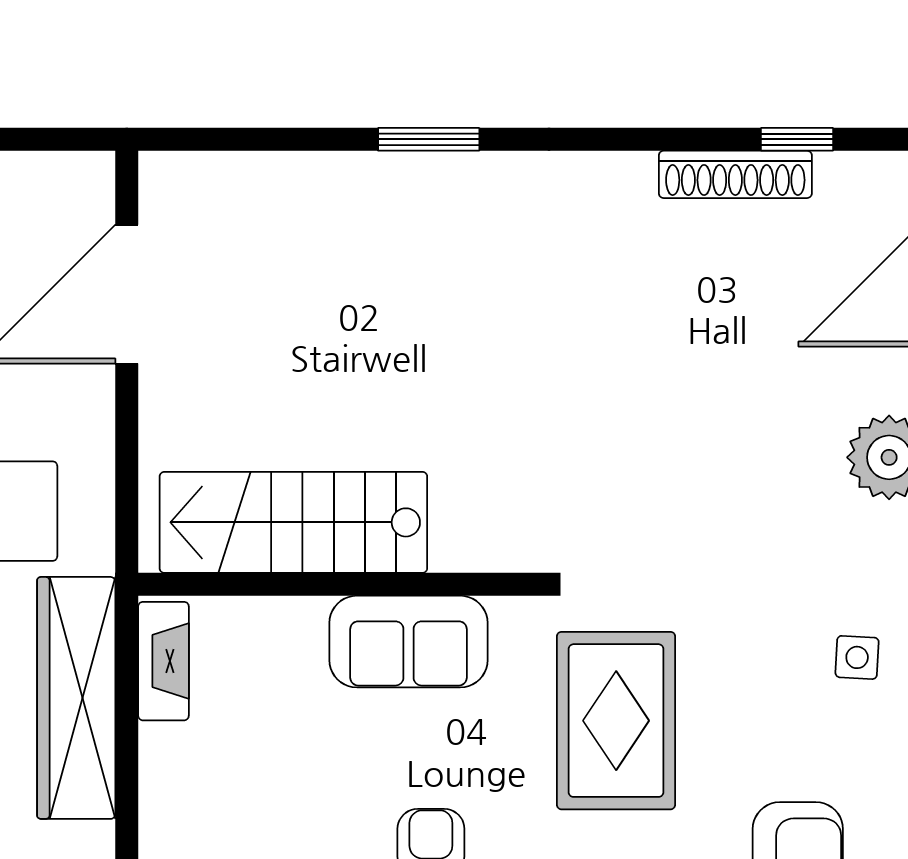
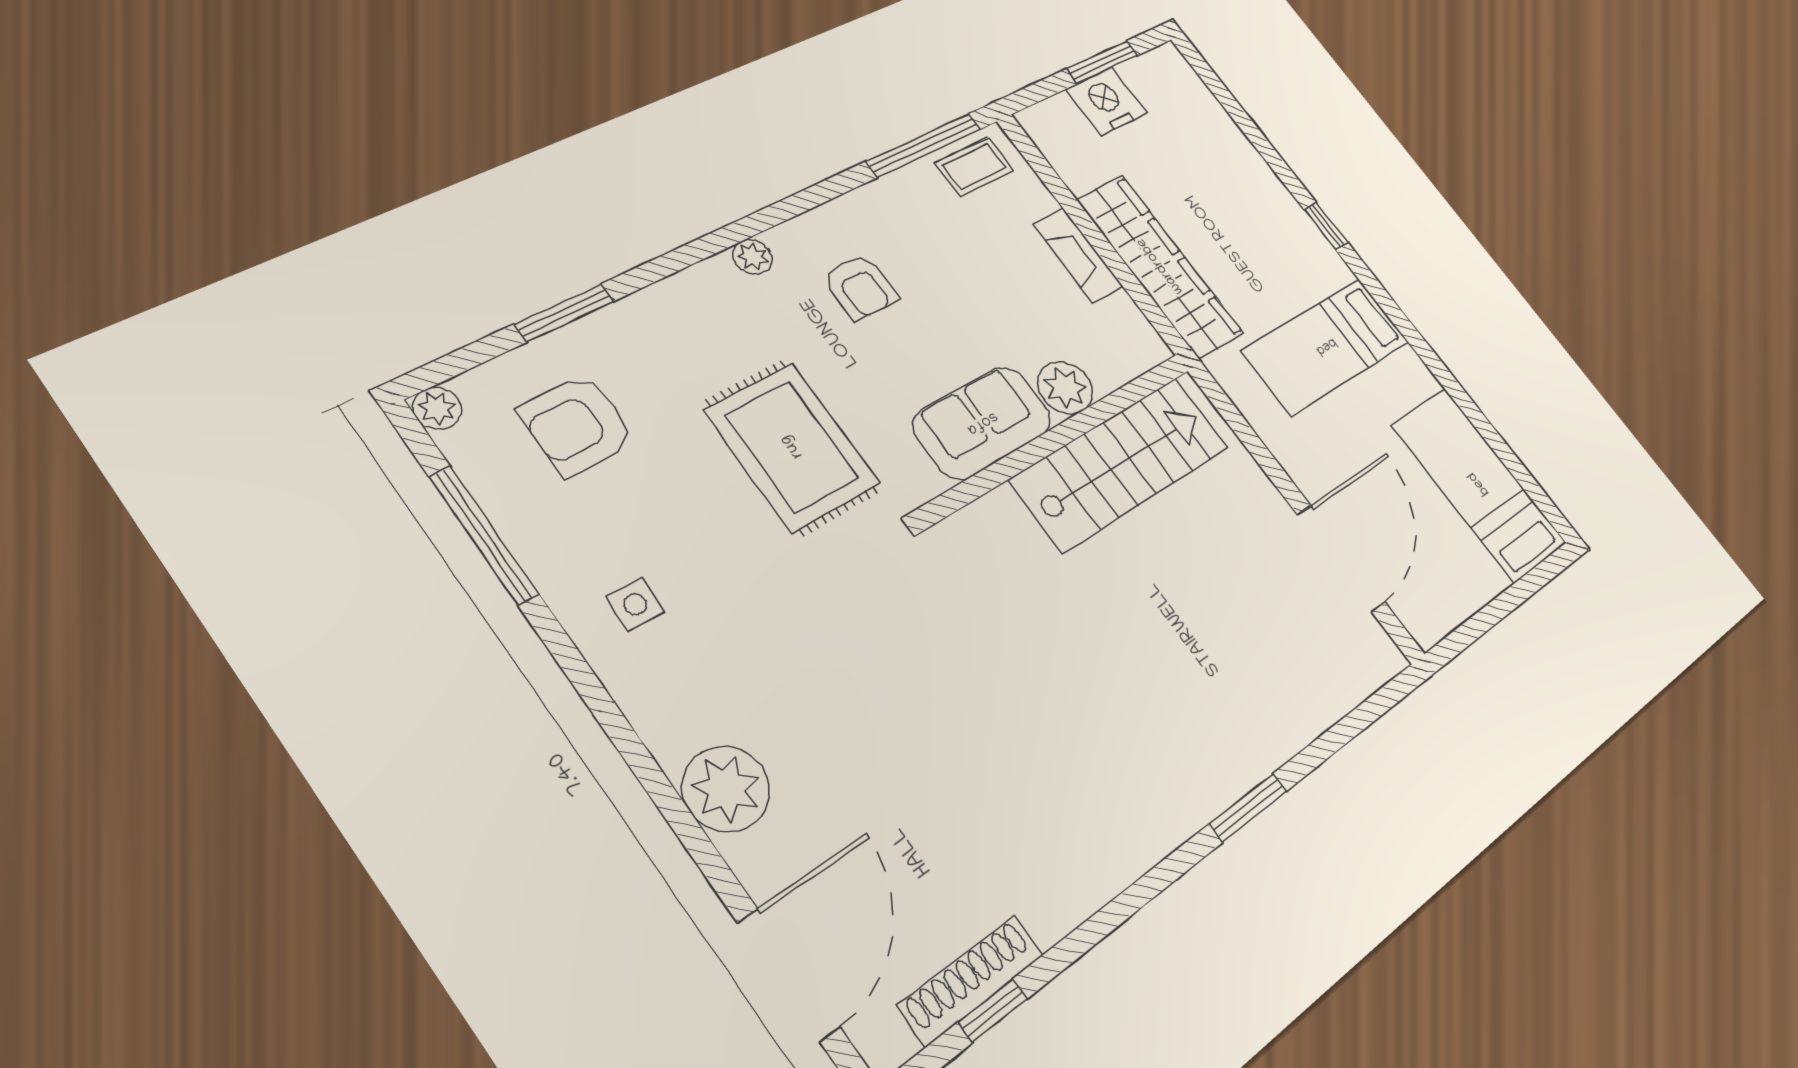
shoe rack: (735, 174) -> (971, 980), moved
plant: (292, 629) -> (1065, 388), added
fireplace: (163, 661) -> (1078, 255), moved

